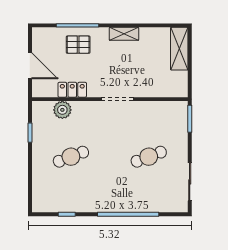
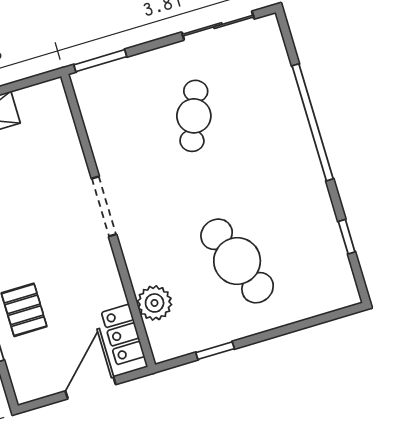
locker: (72, 90) -> (123, 334), moved
cafe table: (71, 157) -> (237, 261), width x1.37, depth x1.35
cafe table: (149, 157) -> (194, 116), turned 42

